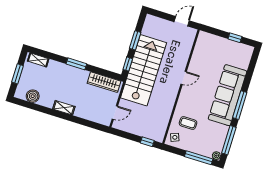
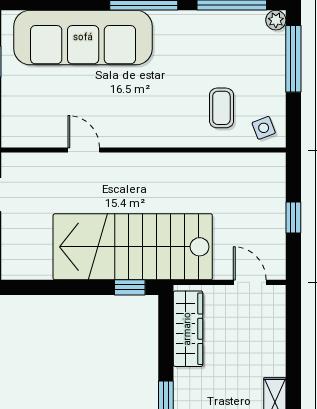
window: (135, 40) -> (70, 287), removed
door: (184, 78) -> (84, 150), moved
sofa: (228, 95) -> (83, 38), moved
window: (147, 142) -> (293, 217), moved

